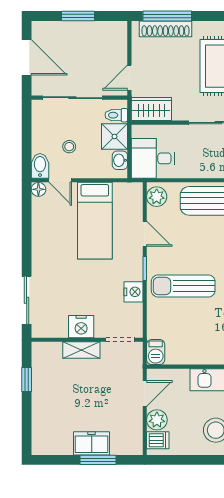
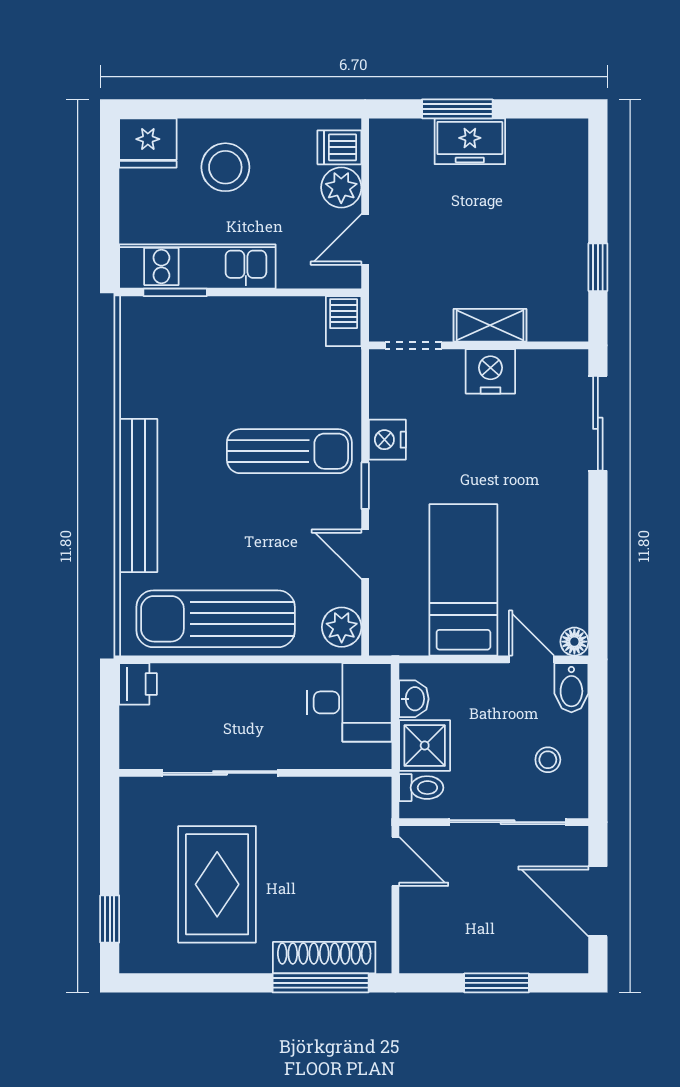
door: (129, 78) -> (395, 861), hinge flipped
wardrobe: (151, 109) -> (352, 800), removed
stool: (69, 147) -> (548, 760), moved

